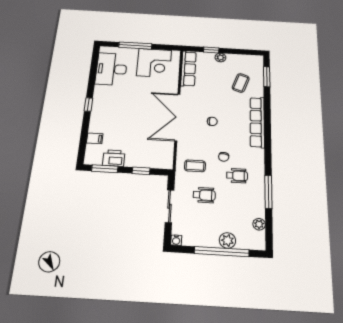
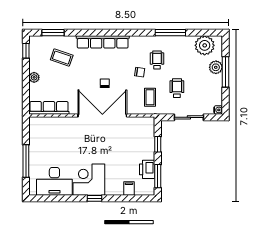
window: (211, 50) -> (26, 51), moved
corner desk: (154, 63) -> (89, 180), moved, turned -90
double door: (177, 117) -> (102, 116), swing flipped
plant: (259, 224) -> (205, 45), width x1.87, depth x1.87
window: (222, 252) -> (225, 72), width x0.68

